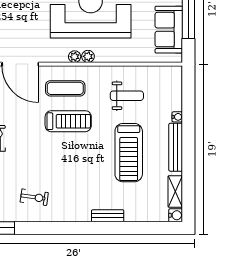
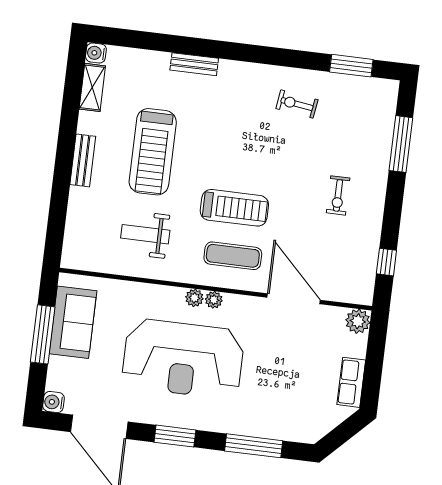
water cooler: (177, 117) -> (76, 195), removed
treadmill: (68, 121) -> (234, 208), turned 180
bench: (176, 147) -> (83, 160), width x0.73
treadmill: (129, 153) -> (153, 152), turned 180

